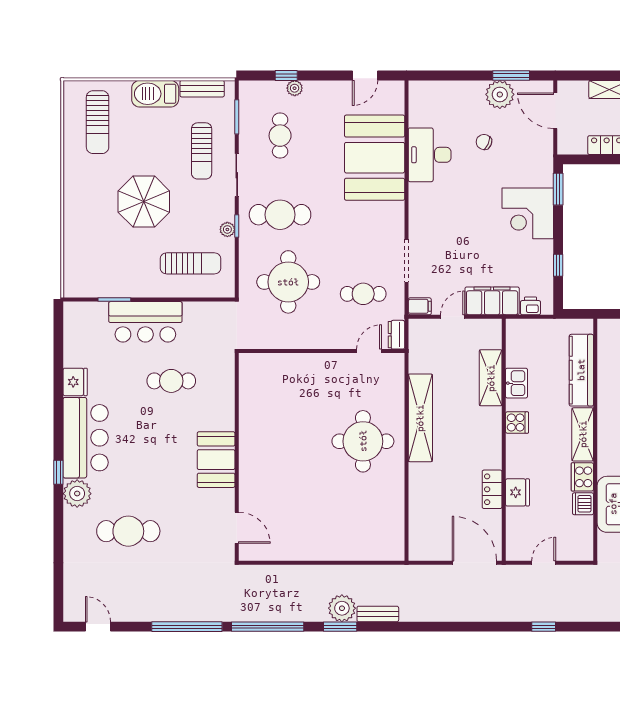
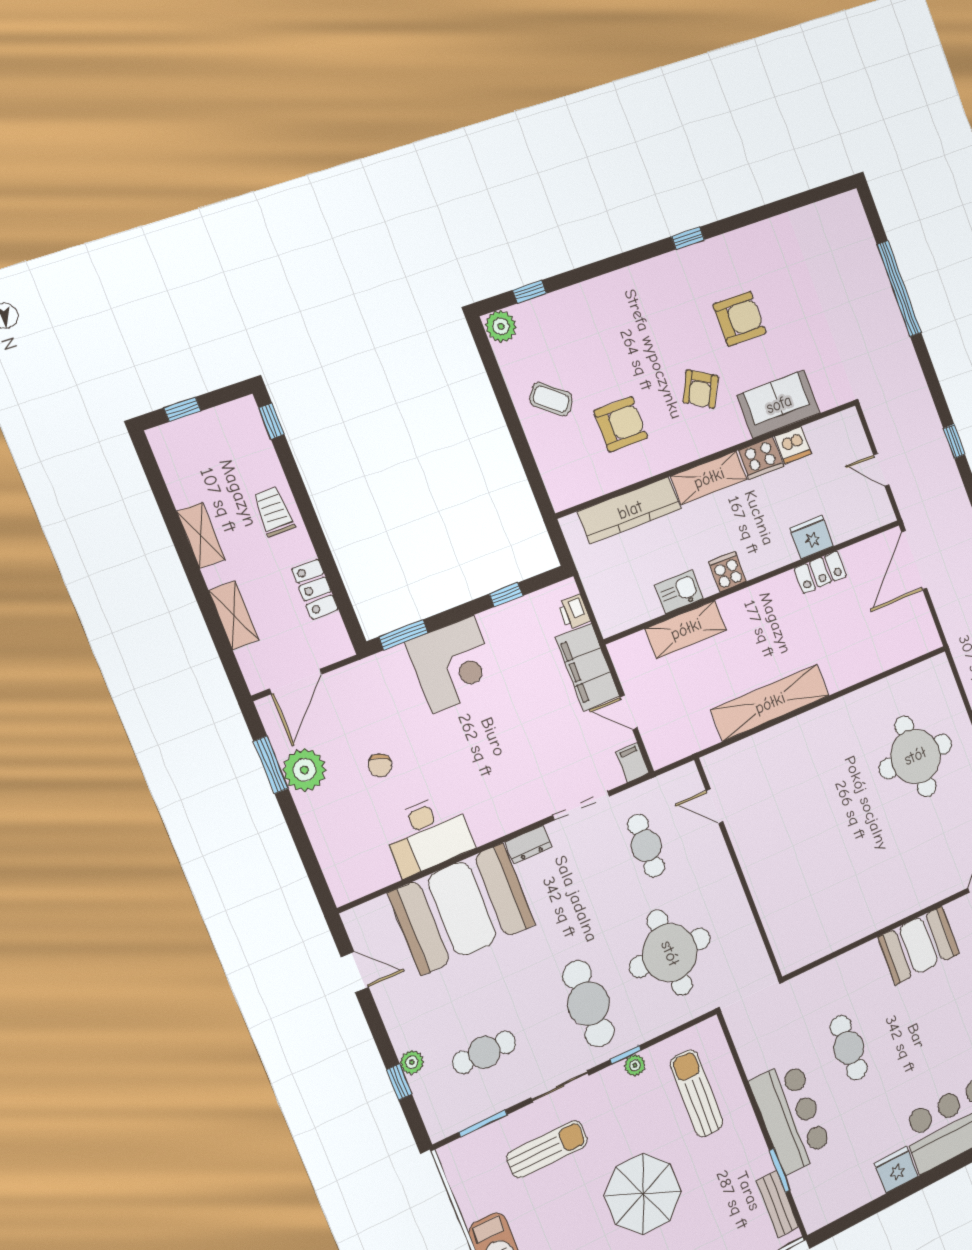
bench: (202, 89) -> (778, 1204), moved
dresser: (396, 335) -> (528, 845), moved
round table: (363, 441) -> (915, 756), moved

